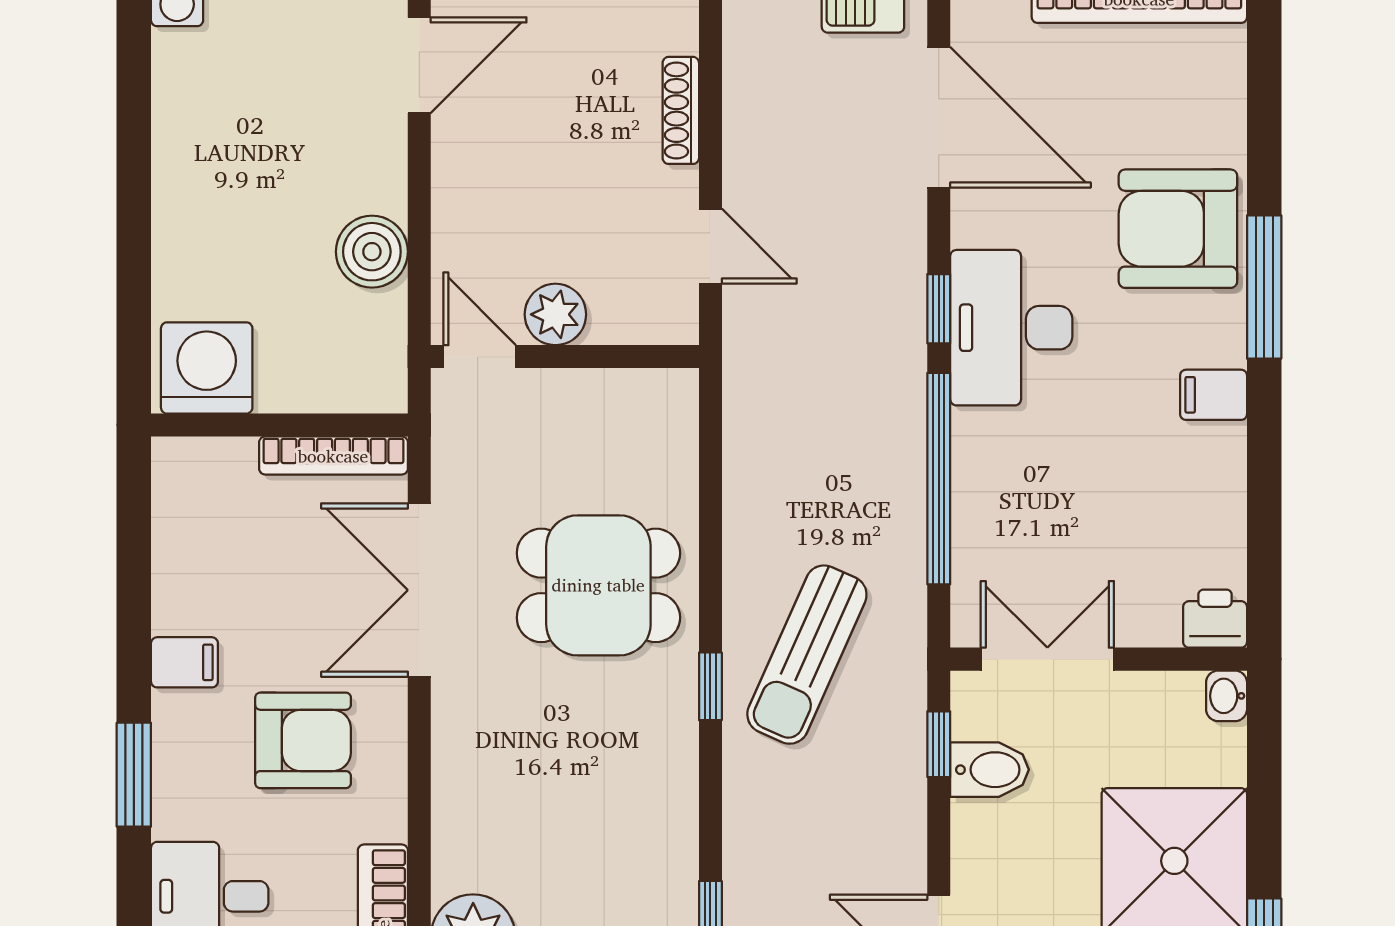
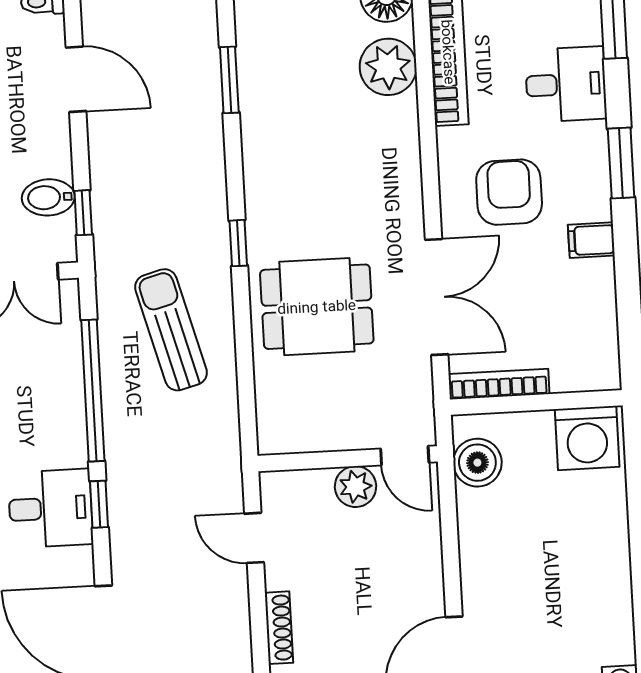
boiler: (372, 252) -> (477, 463), moved
desk: (1011, 328) -> (50, 508), width x0.73
sun lounger: (807, 655) -> (171, 330), moved, turned -39
armchair: (303, 740) -> (509, 192), turned 90

